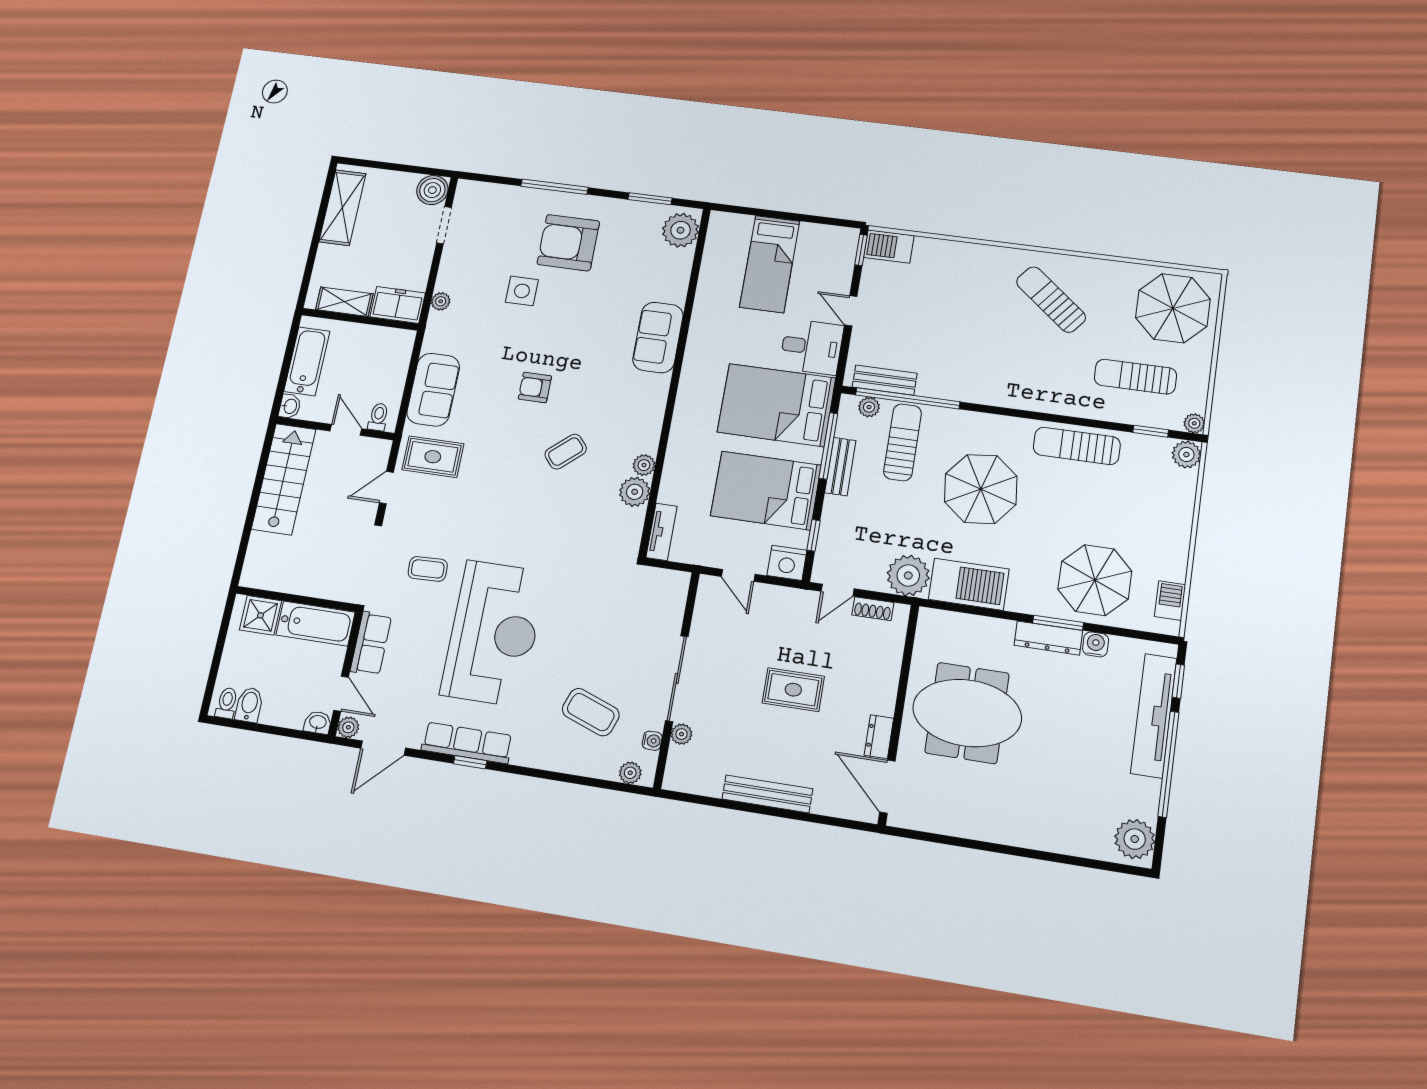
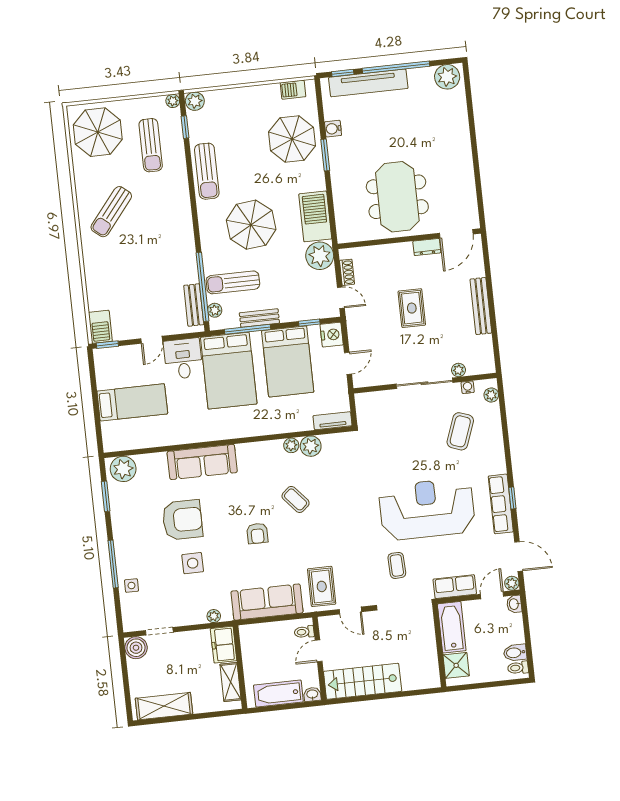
side table: (518, 204) -> (131, 586), added
armchair: (568, 243) -> (182, 520), moved, turned -90
sofa: (658, 337) -> (202, 462), width x1.36
sofa: (433, 390) -> (267, 602), width x1.36
dresser: (1048, 638) -> (337, 159), removed

